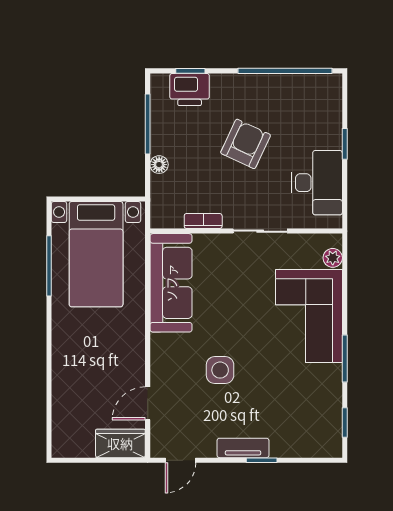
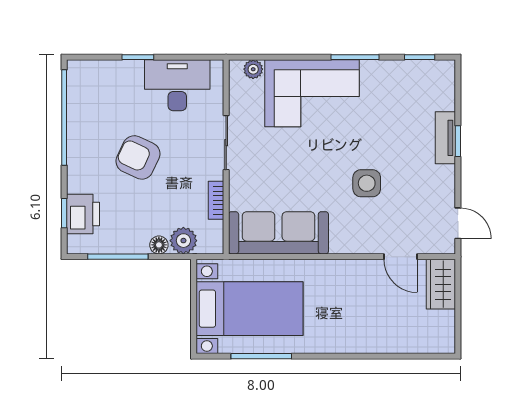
plant: (163, 189) -> (183, 241), added
tv unit: (243, 448) -> (445, 138), moved

